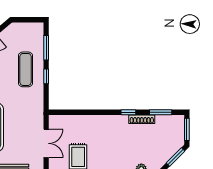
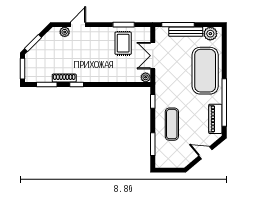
window: (46, 76) -> (153, 101), moved
plant: (54, 120) -> (146, 77), added

